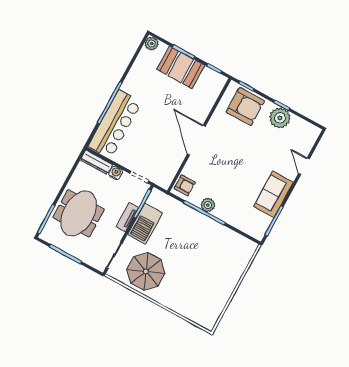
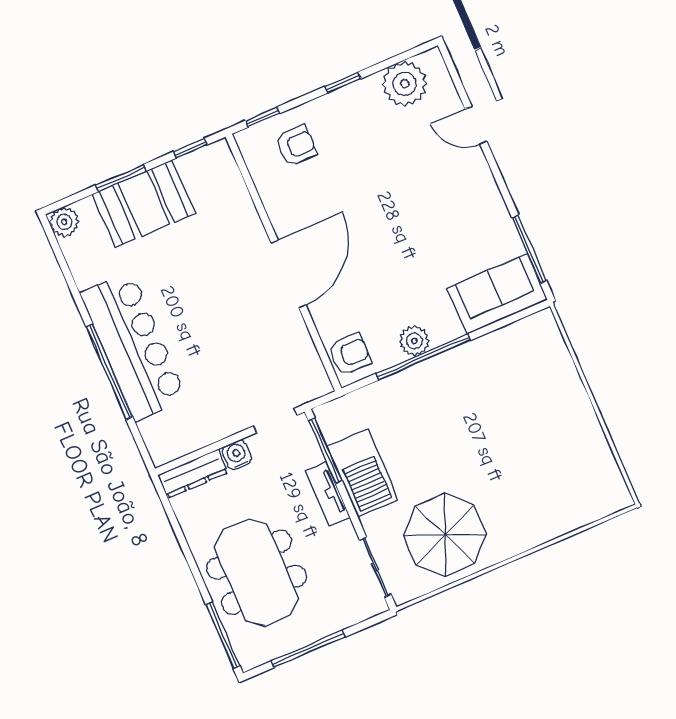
armchair: (245, 106) -> (296, 146), width x0.53, depth x0.53
plant: (280, 118) -> (405, 84), moved
bar counter: (115, 124) -> (133, 346), moved
door: (196, 140) -> (288, 274), swing flipped
sofa: (273, 194) -> (497, 294), moved, turned 90

